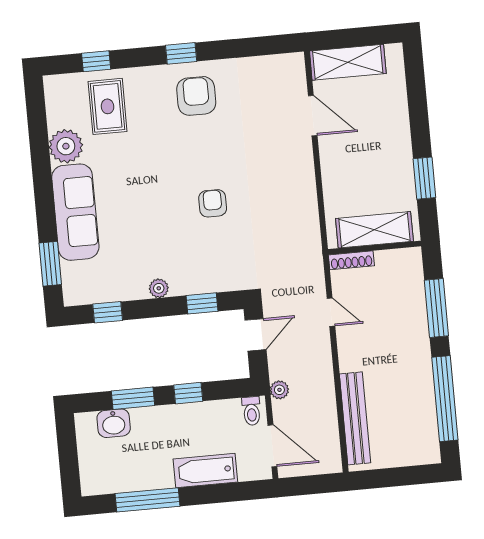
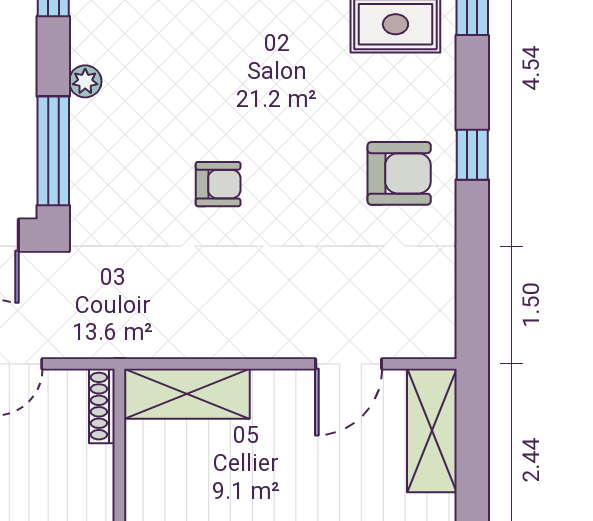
shelving: (374, 230) -> (187, 394), moved, turned 90
window: (202, 303) -> (53, 151), width x2.17

